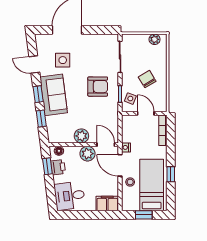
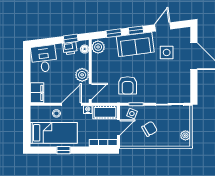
armchair: (98, 87) -> (128, 85), moved
cot: (129, 128) -> (105, 112), added
plant: (81, 136) -> (98, 47), moved
window: (144, 215) -> (27, 126), removed

